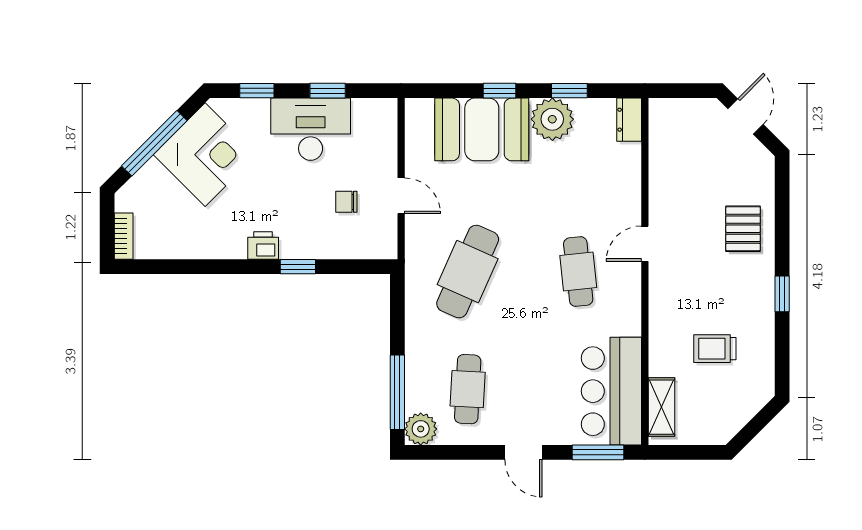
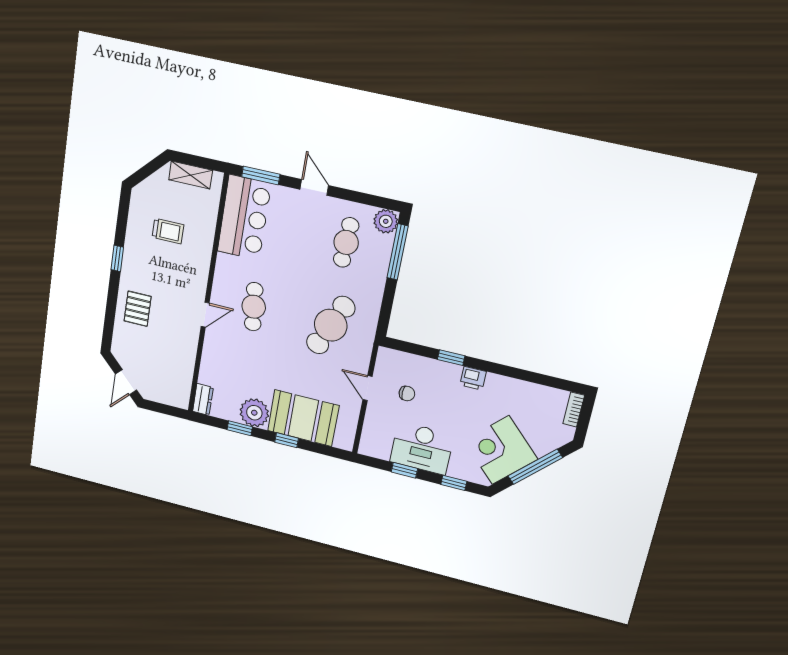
shelving: (662, 407) -> (191, 175), moved, turned 90

